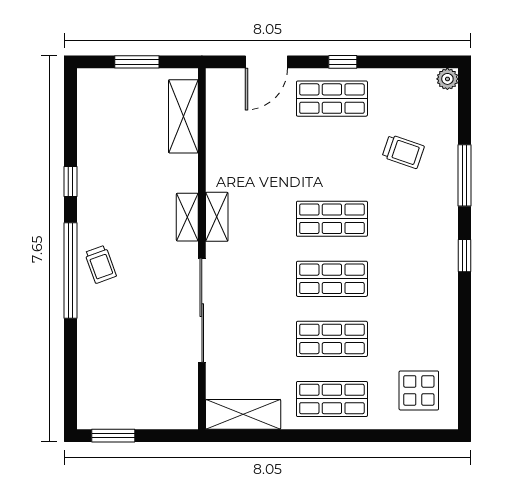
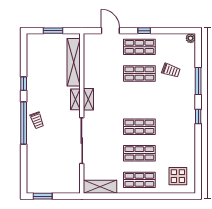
door: (266, 62) -> (110, 31), swing flipped
shelving: (183, 116) -> (74, 62), width x1.47
shop shelf: (332, 219) -> (139, 74), moved

